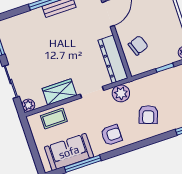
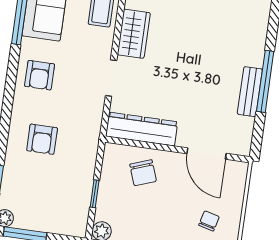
plant: (121, 93) -> (90, 117), removed
armchair: (148, 115) -> (42, 139), turned -110

